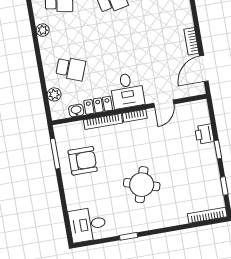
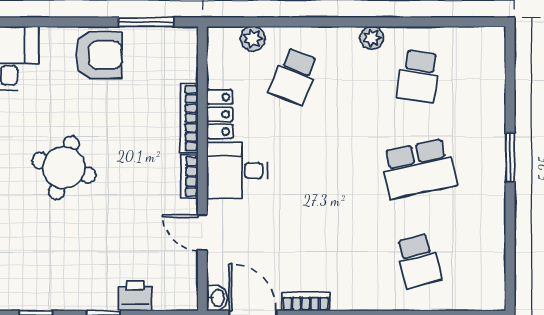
washbasin: (76, 110) -> (217, 298), moved
armchair: (83, 161) -> (99, 55), moved, turned -90

